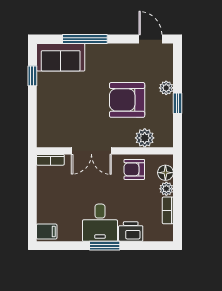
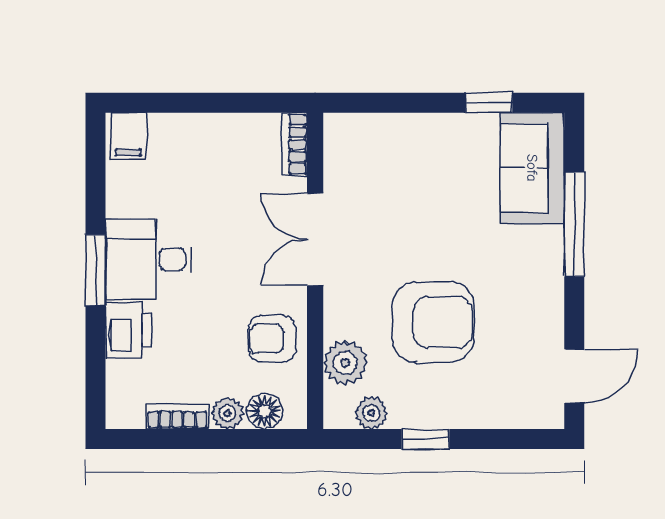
plant: (166, 88) -> (371, 413), moved
armchair: (127, 100) -> (433, 322), turned 90
armchair: (134, 169) -> (272, 339), turned -90

